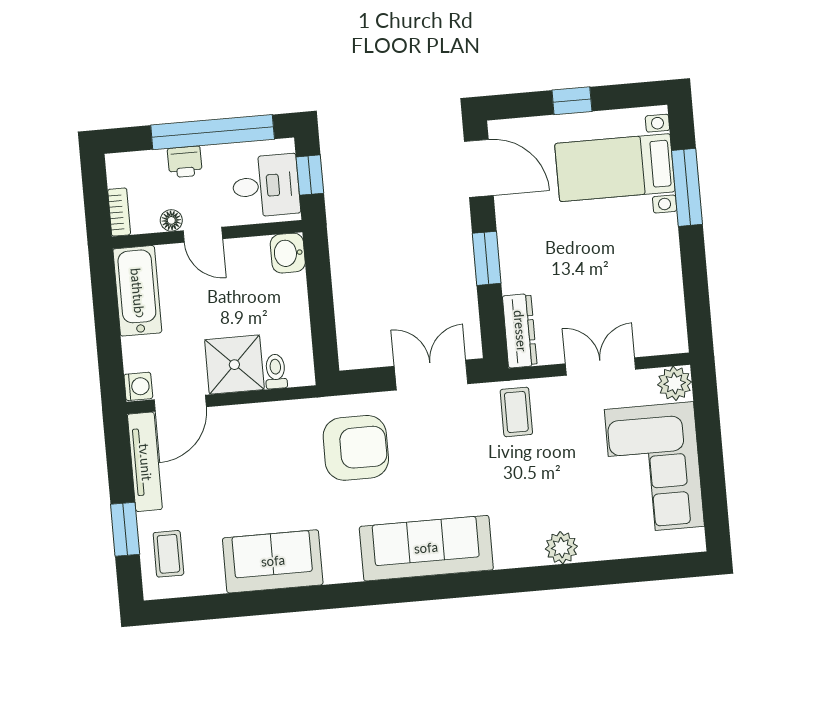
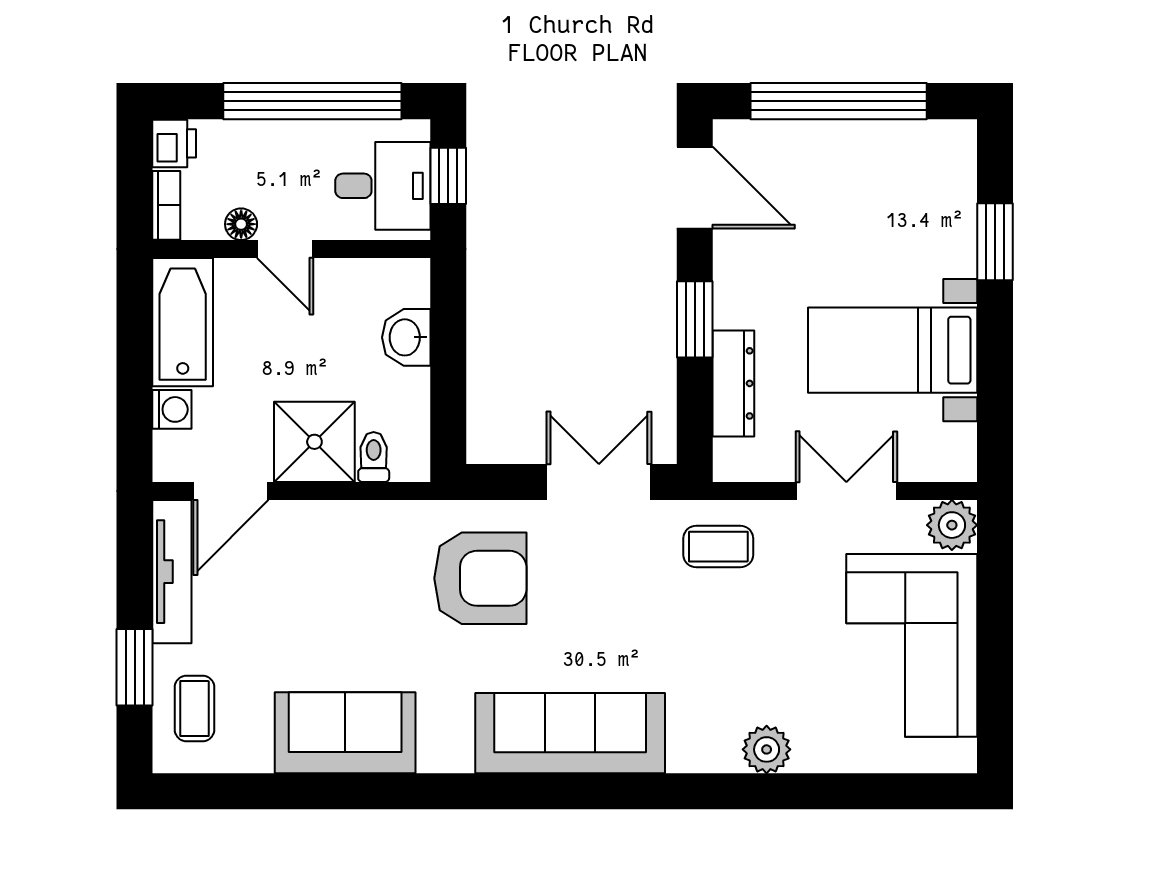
window: (572, 101) -> (839, 101), width x3.17
printer: (185, 162) -> (174, 143), moved, turned -90
bed with nightstands: (615, 168) -> (893, 350), moved
window: (687, 187) -> (995, 242), width x0.69
washbasin: (288, 253) -> (406, 337), moved
dresser: (520, 331) -> (733, 383), moved
washing machine: (138, 386) -> (172, 409), moved
coffee table: (516, 412) -> (718, 547), turned 90

